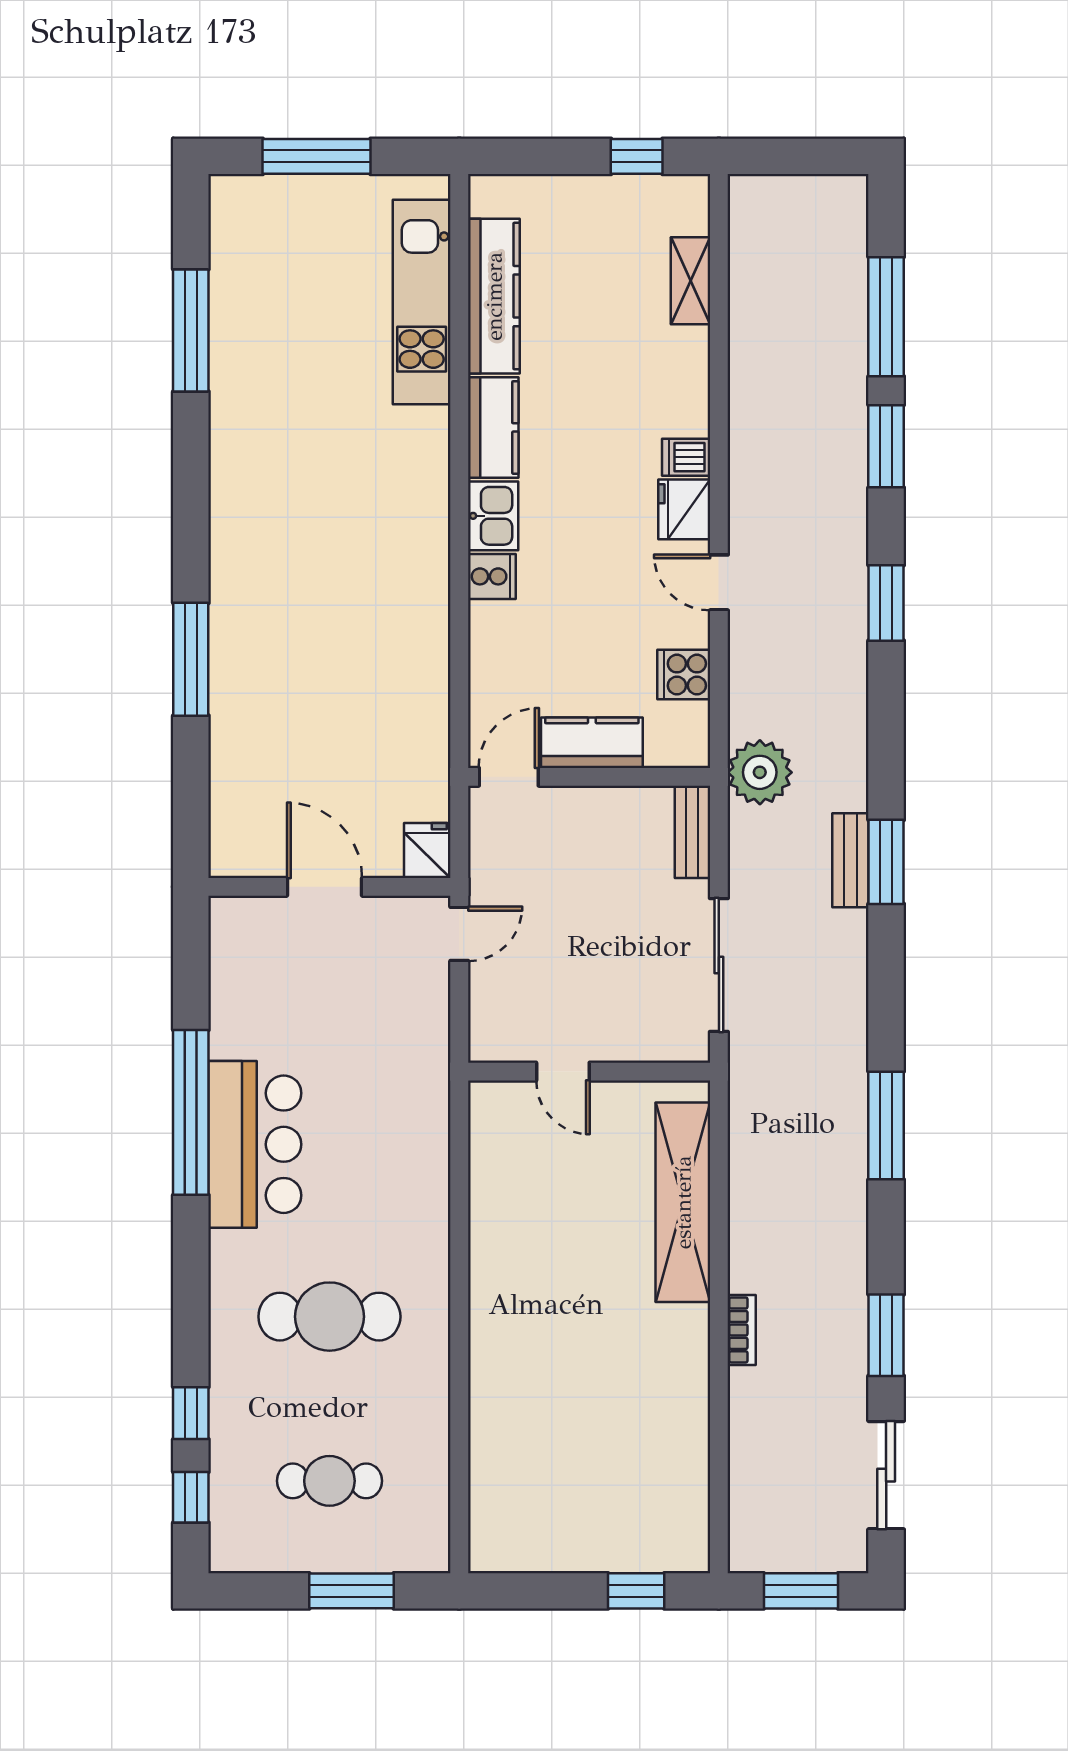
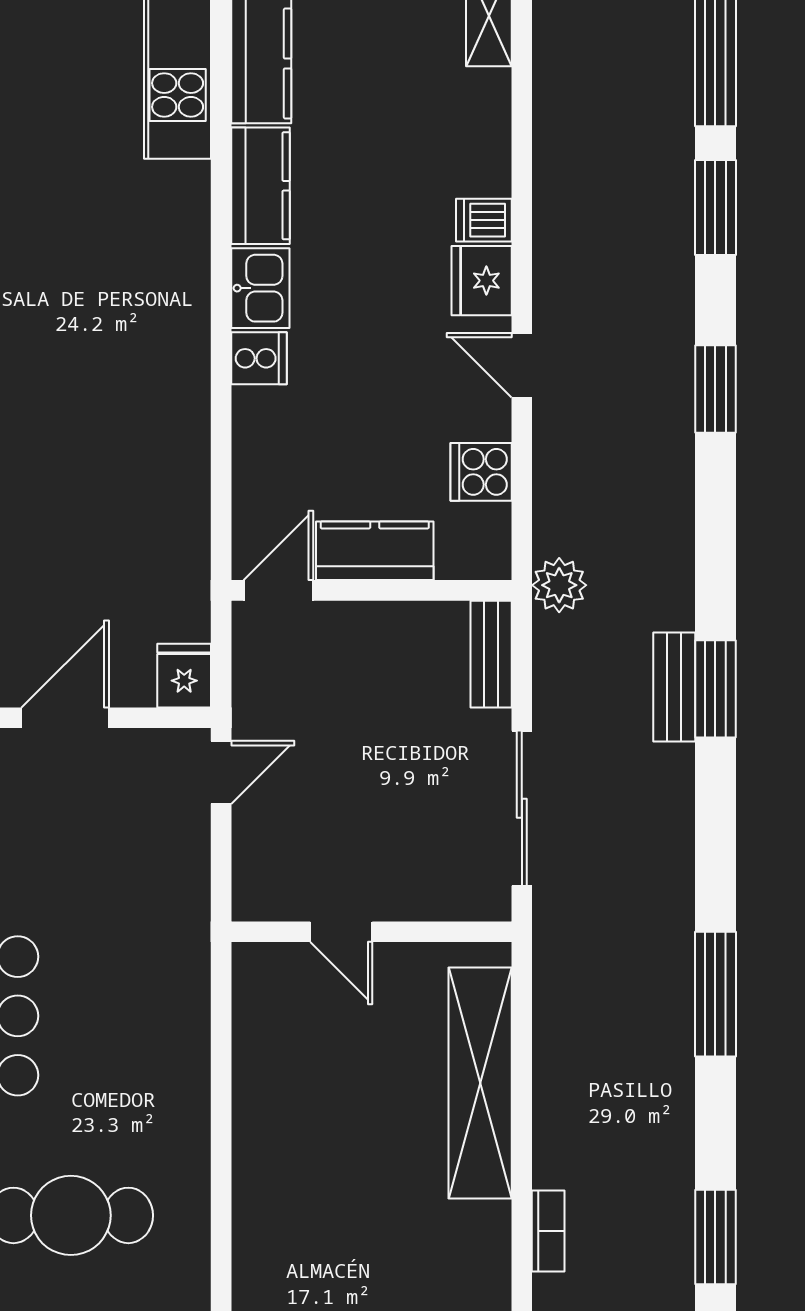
plant: (760, 772) -> (559, 585), width x0.73, depth x0.73
door: (325, 887) -> (65, 718), hinge flipped

